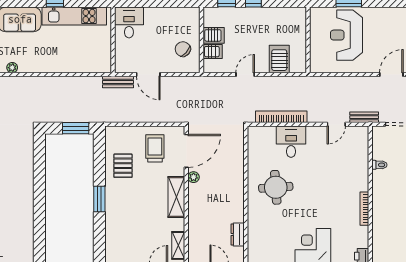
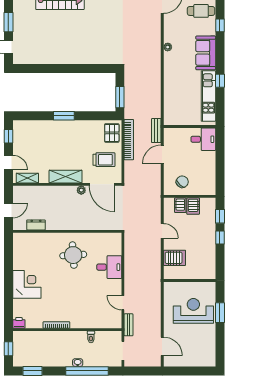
bookcase: (281, 117) -> (129, 140), moved
pallet: (123, 166) -> (112, 133), moved, turned 90

